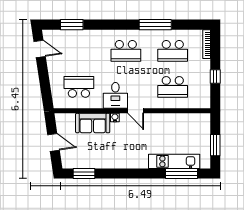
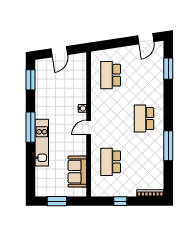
school desk: (173, 51) -> (144, 162), removed
school desk: (79, 87) -> (111, 75), turned 180
desk: (115, 95) -> (103, 109), removed
sofa: (93, 123) -> (77, 172), moved
kitchen unit: (174, 161) -> (42, 143), moved
window: (181, 174) -> (31, 127), moved

